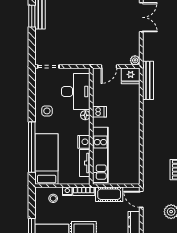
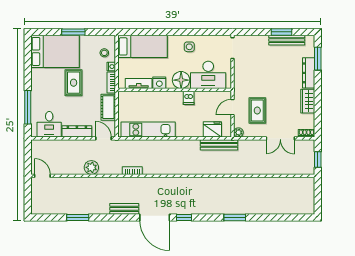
rug: (113, 41) -> (257, 111), added
door: (109, 66) -> (233, 107), hinge flipped
fridge: (131, 76) -> (212, 129), moved, turned 90
floor lamp: (85, 115) -> (181, 80), width x1.89, depth x1.89
window: (32, 147) -> (154, 32), removed
kitchen unit: (100, 155) -> (148, 130), moved, turned 180
door: (141, 199) -> (103, 138), hinge flipped

